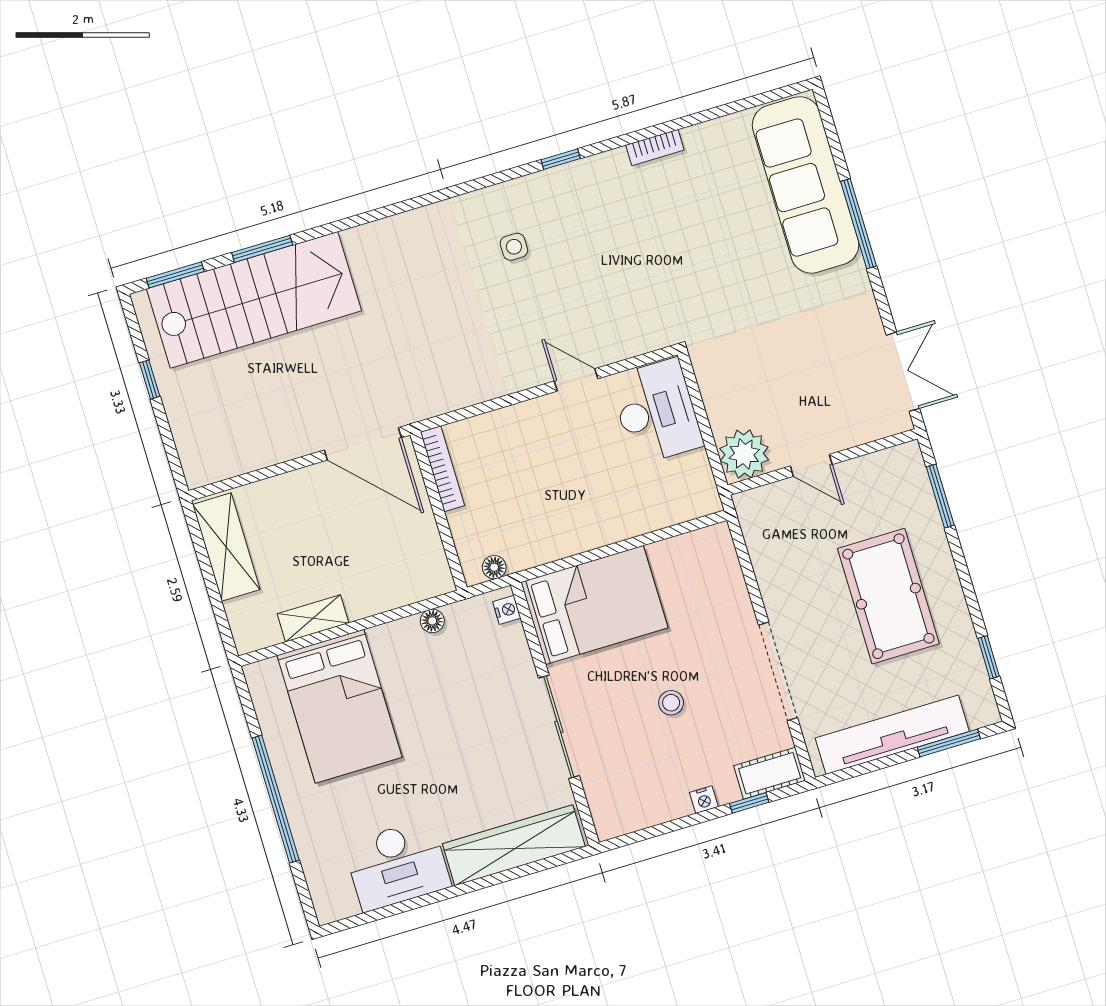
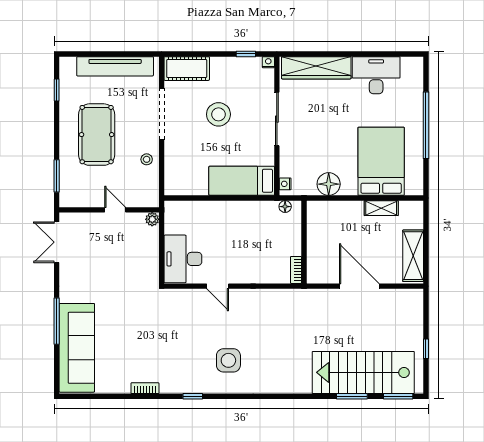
side table: (514, 247) -> (228, 360), width x1.87, depth x1.87
door: (363, 444) -> (359, 286), moved
plant: (744, 454) -> (152, 219), width x0.53, depth x0.53
bookcase: (442, 469) -> (296, 270), width x0.64
stool: (781, 578) -> (147, 159), added
bed: (594, 605) -> (242, 181), width x0.67
floor lamp: (432, 621) -> (329, 184), width x1.89, depth x1.89
stool: (671, 703) -> (218, 114), width x1.89, depth x1.89
window: (949, 743) -> (89, 54), removed
cot: (770, 773) -> (187, 69), width x1.37, depth x1.34
nightstand: (704, 800) -> (268, 62), moved
window: (749, 803) -> (246, 54), moved

